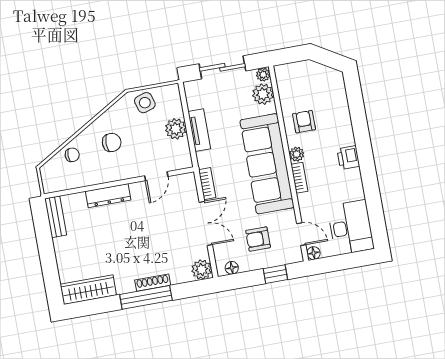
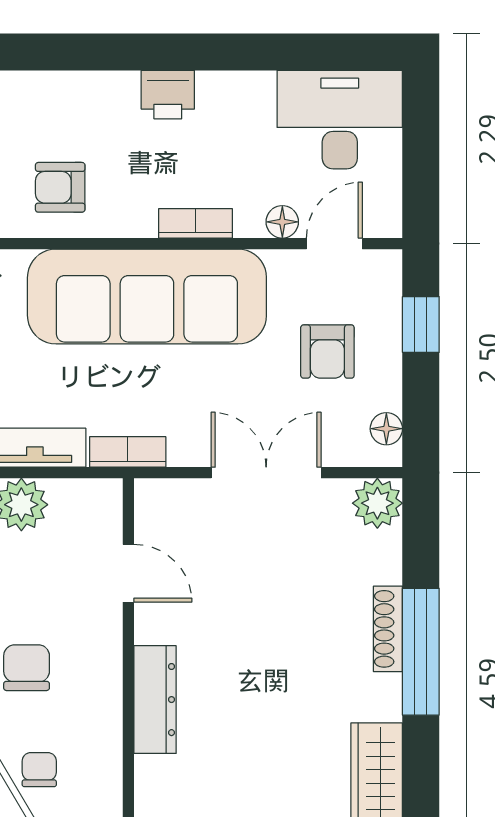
plant: (297, 154) -> (137, 220), removed
bookcase: (207, 184) -> (128, 452), moved
floor lamp: (314, 253) -> (282, 222), moved

